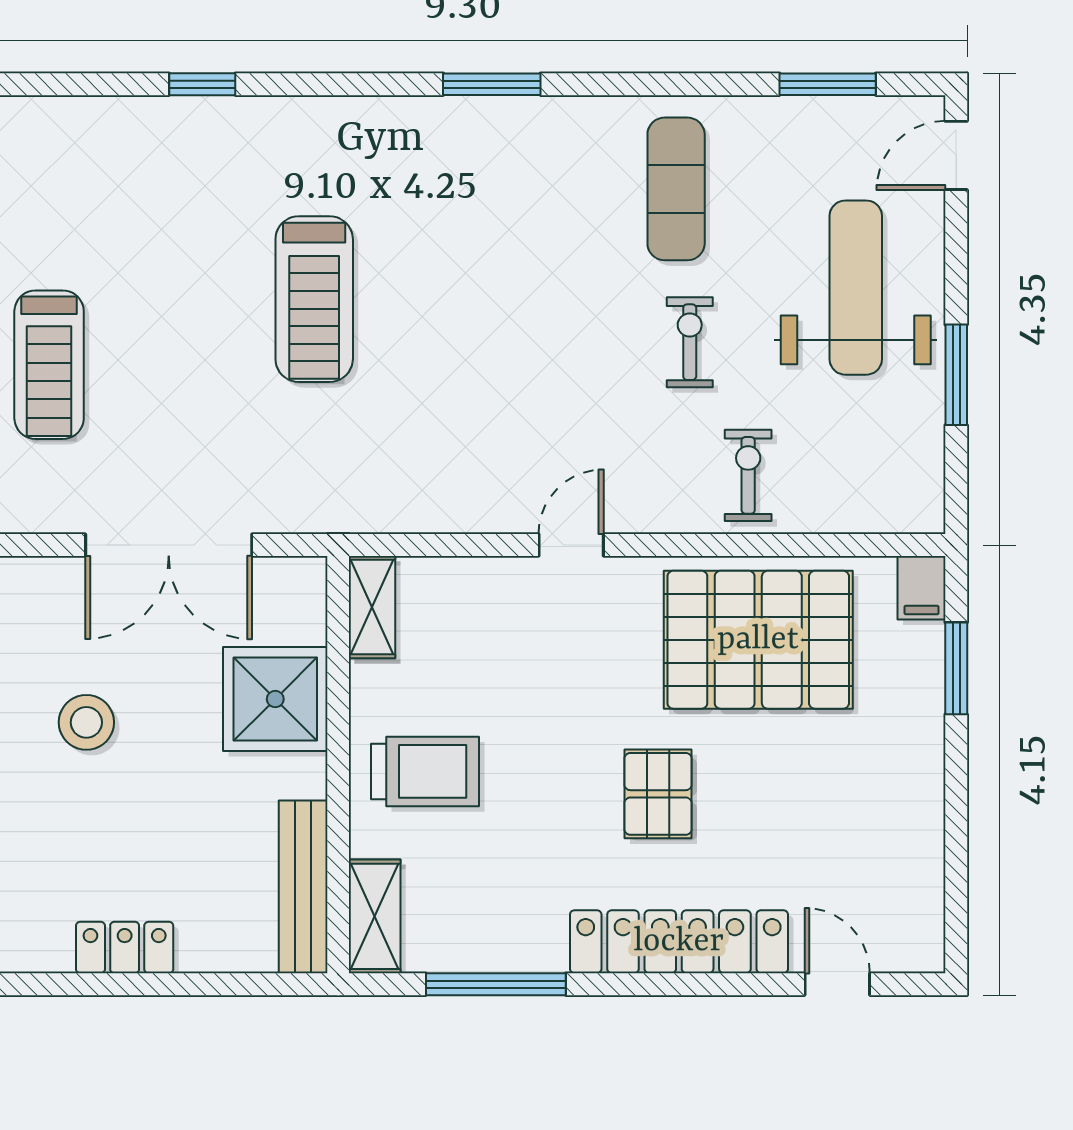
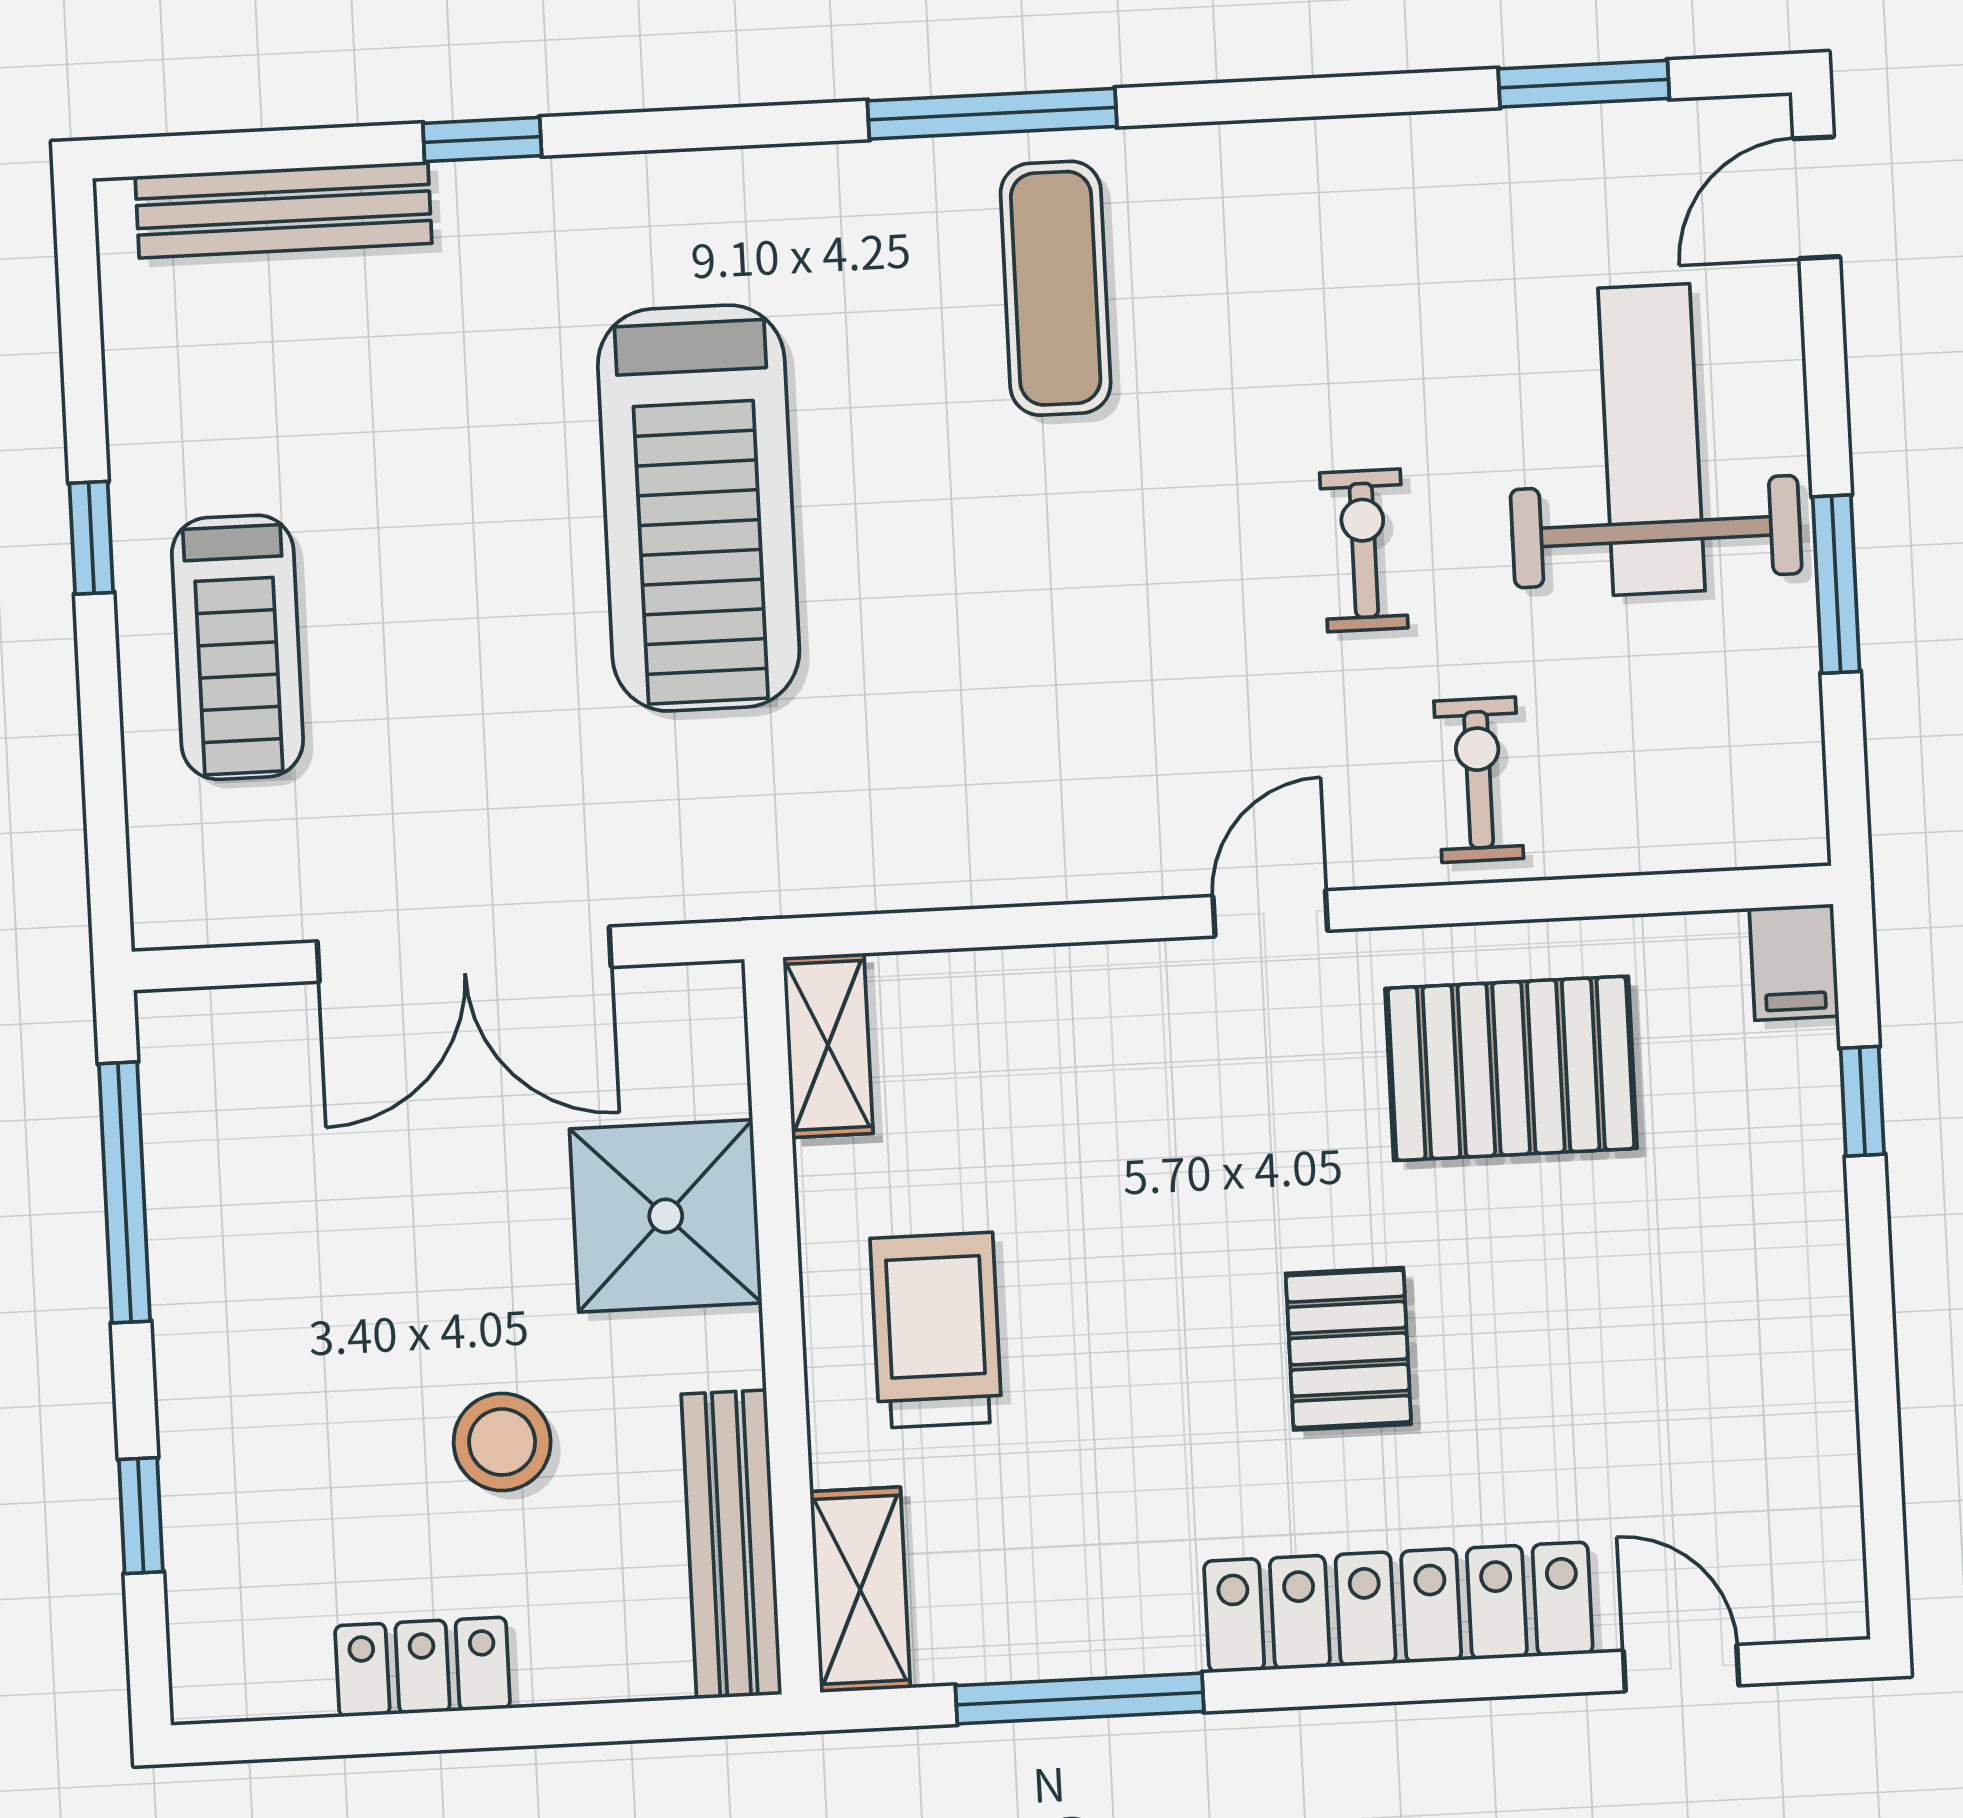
window: (492, 84) -> (992, 114), width x1.44
bench: (88, 118) -> (284, 210), added
exercise mat: (676, 189) -> (1056, 288), moved
treadmill: (314, 299) -> (699, 508), width x1.37, depth x1.38
door: (571, 545) -> (1270, 913), moved
pallet: (758, 640) -> (1511, 1068), width x0.73, depth x0.71
window: (956, 668) -> (1862, 1101), width x0.67
stool: (86, 722) -> (502, 1442), moved
trolley: (425, 771) -> (936, 1330), turned -90

